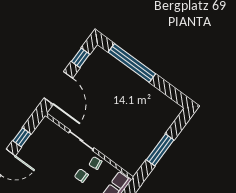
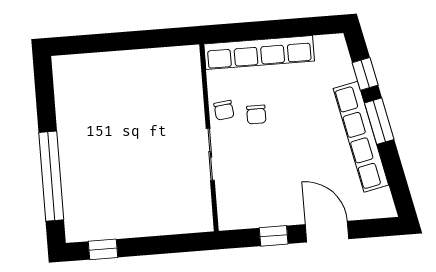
door: (58, 88) -> (168, 244), removed
window: (160, 150) -> (133, 40), removed

